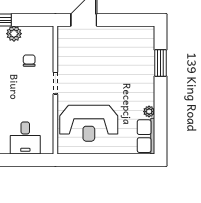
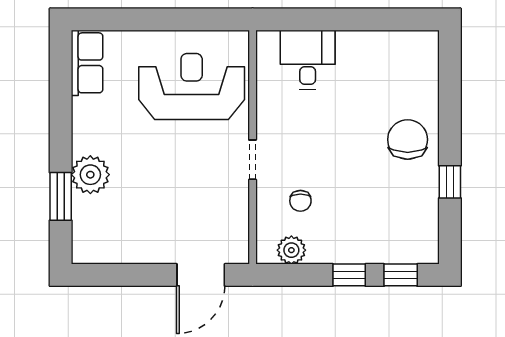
plant: (14, 34) -> (291, 250), moved
plant: (149, 112) -> (90, 175), moved, width x1.87, depth x1.87

